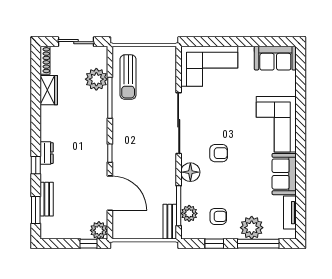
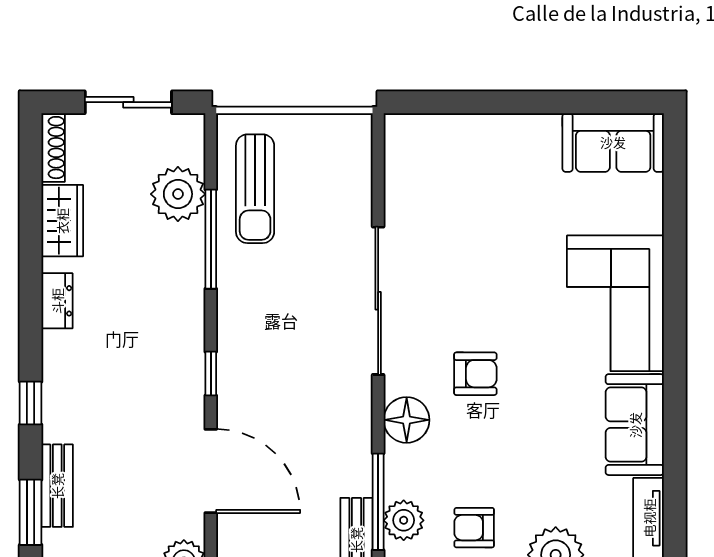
corner sofa: (209, 66) -> (452, 162), removed
dresser: (47, 153) -> (57, 301), moved
armchair: (218, 216) -> (474, 528), turned 180

